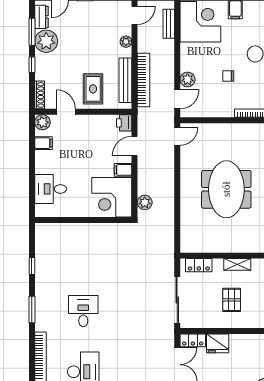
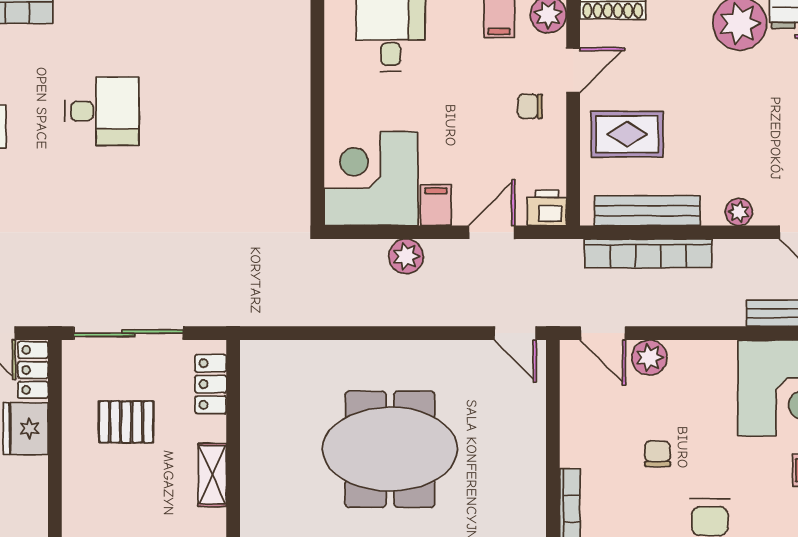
chair: (81, 130) -> (530, 106), added
door: (135, 146) -> (492, 232), hinge flipped
plant: (145, 202) -> (406, 256), moved
pallet: (232, 300) -> (126, 422), moved

